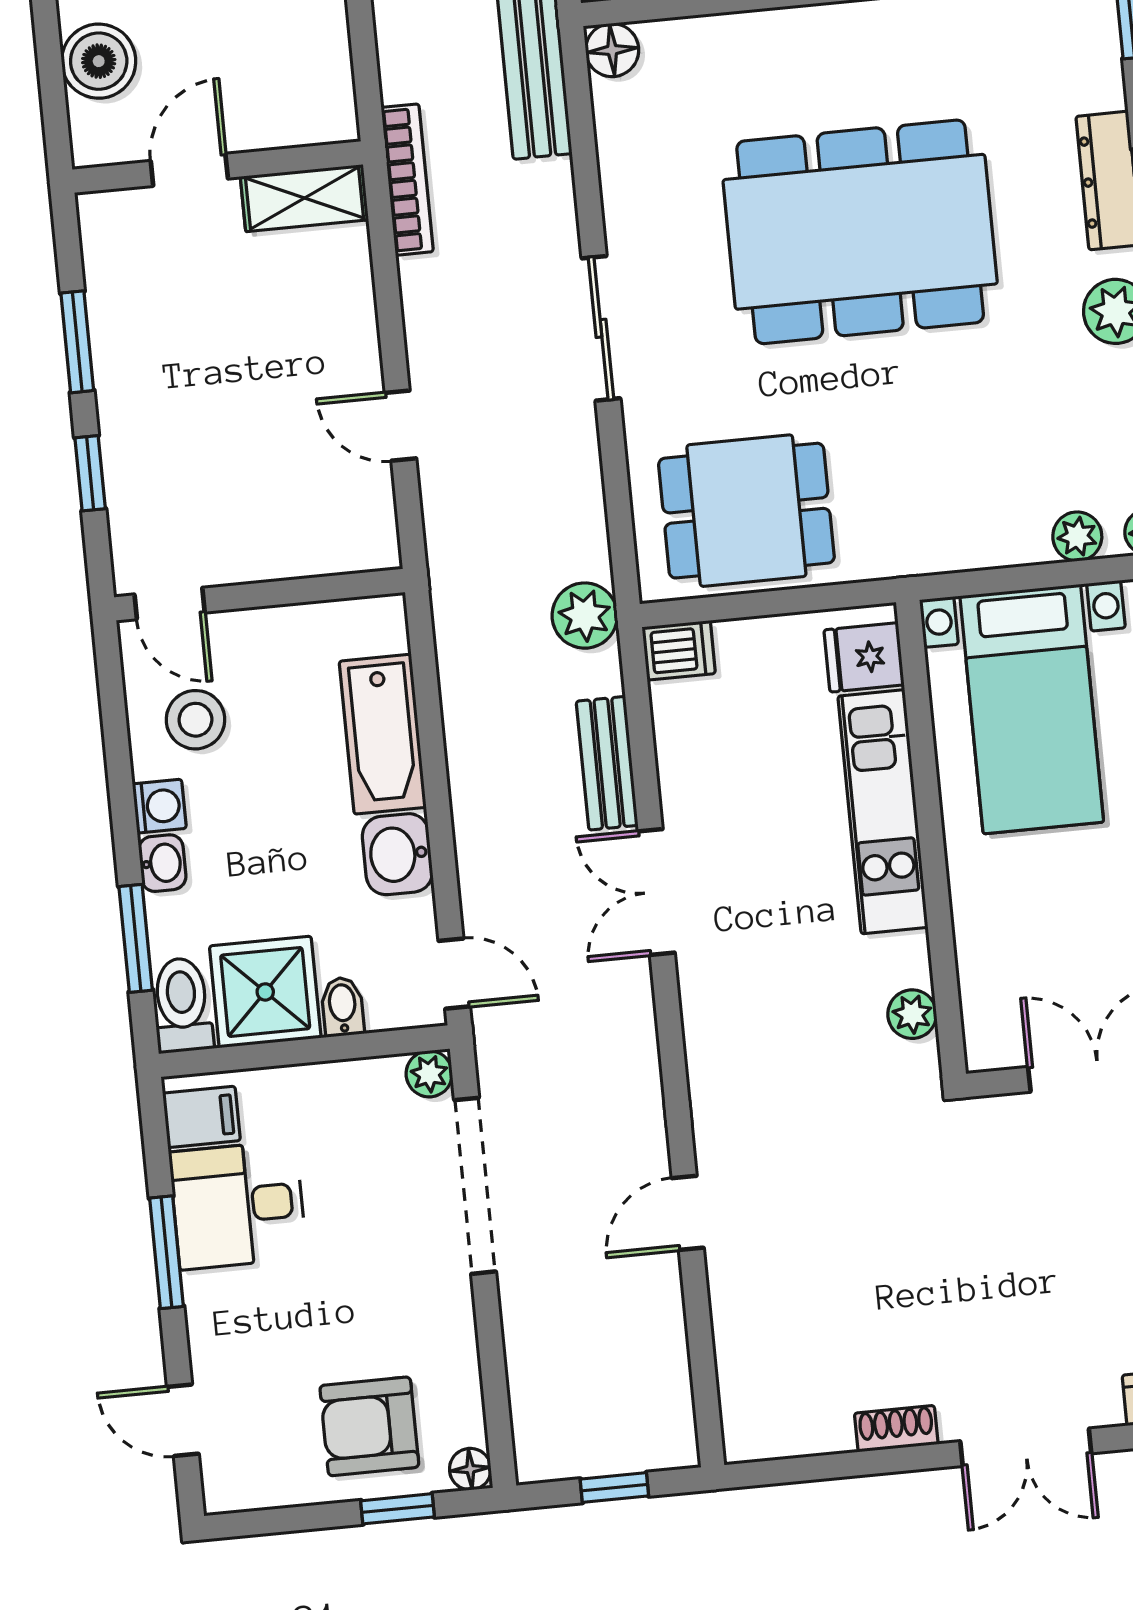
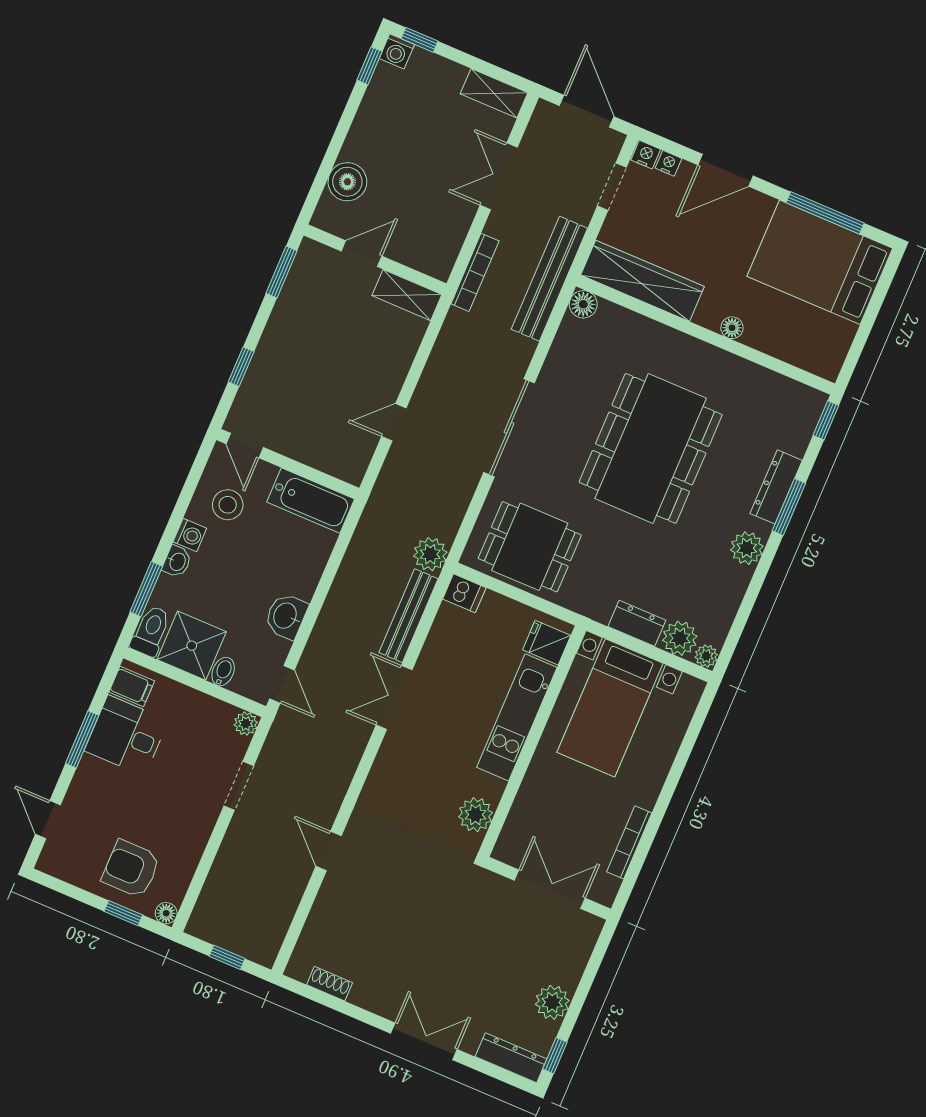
bookcase: (407, 180) -> (475, 272), moved
dining table: (860, 232) -> (651, 448), turned 90
sliding door: (601, 328) -> (509, 428), width x1.37
window: (77, 342) -> (281, 272), moved
door: (400, 426) -> (394, 422), hinge flipped
plant: (1077, 536) -> (680, 638), width x1.38, depth x1.38
dresser: (999, 541) -> (637, 623), added
bathtub: (383, 734) -> (311, 501), moved, turned -90
bench: (607, 763) -> (408, 616), width x1.36
plant: (912, 1014) -> (475, 815), width x1.38, depth x1.38
doorway: (475, 1186) -> (239, 786), width x0.53
door: (688, 1213) -> (329, 851), hinge flipped
shoe rack: (896, 1429) -> (330, 984), moved
double door: (1026, 1447) -> (424, 1041), swing flipped

